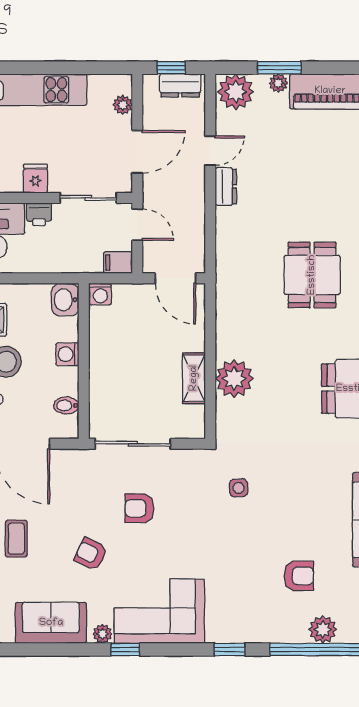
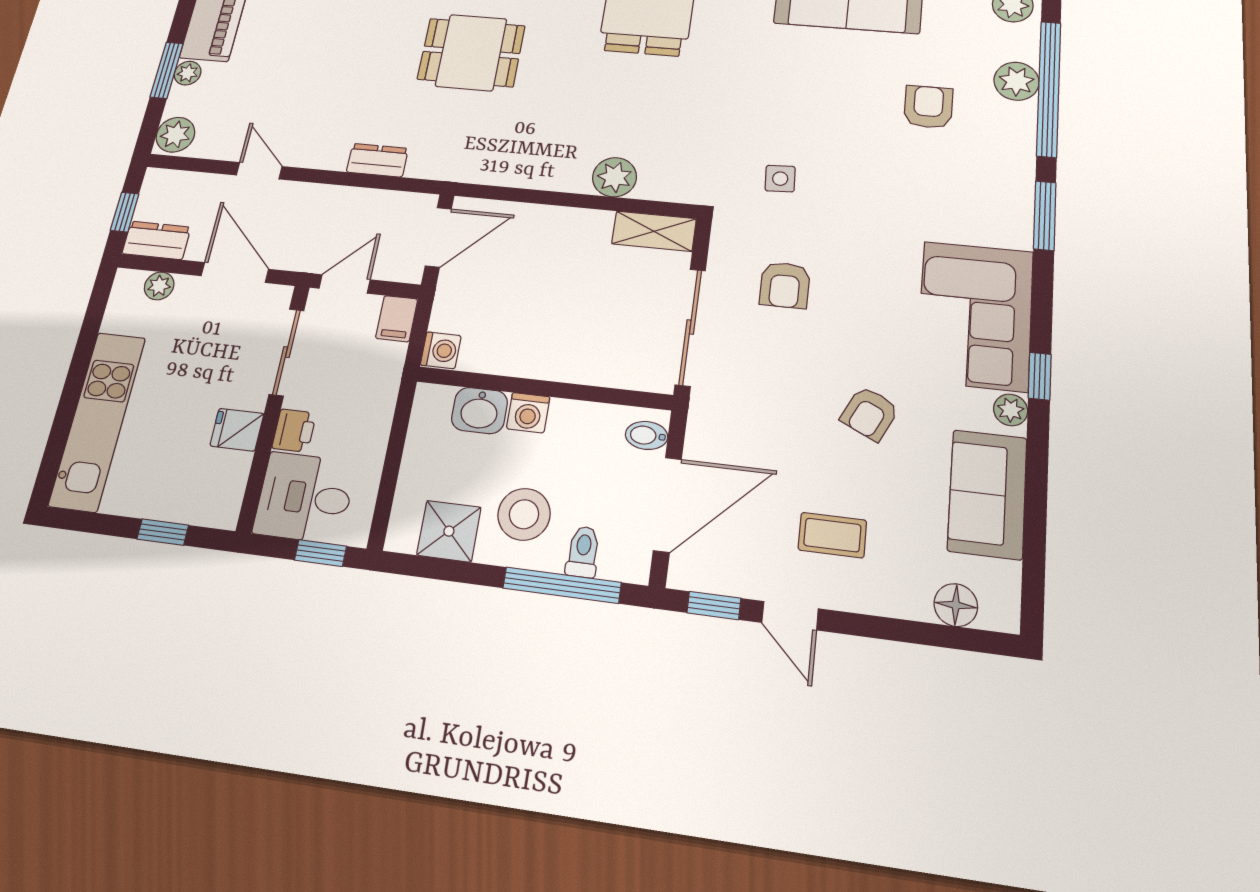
dresser: (180, 85) -> (156, 240), moved, turned -90
plant: (236, 92) -> (175, 135), width x0.73, depth x0.73
dresser: (226, 186) -> (377, 160), moved
washbasin: (65, 300) -> (479, 410), moved
shelving: (194, 378) -> (654, 231), moved
plant: (234, 379) -> (615, 177), width x0.73, depth x0.73
bidet: (66, 405) -> (647, 435), moved, turned 90
armchair: (140, 508) -> (785, 285), moved
window: (230, 649) -> (1045, 216), width x1.50

